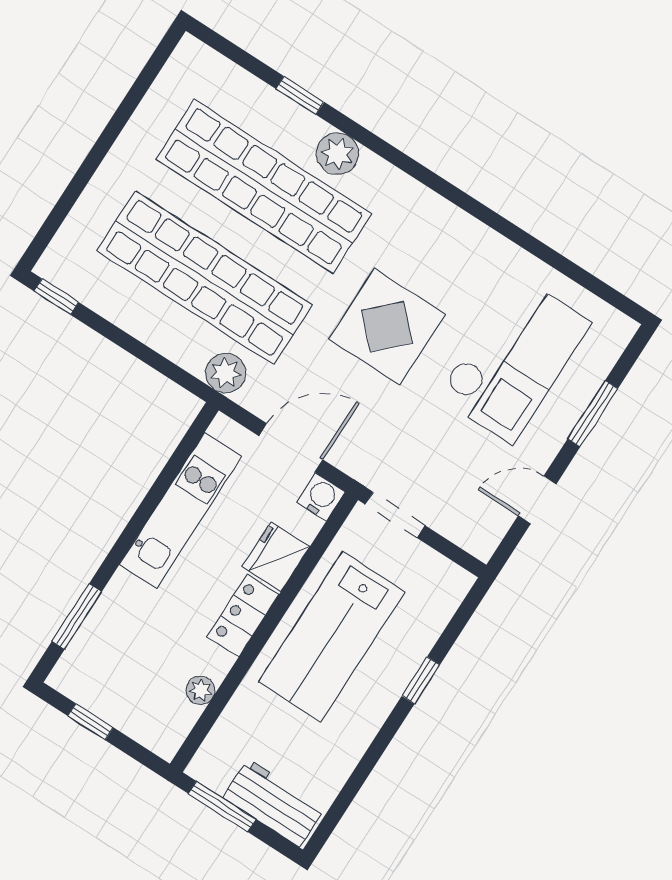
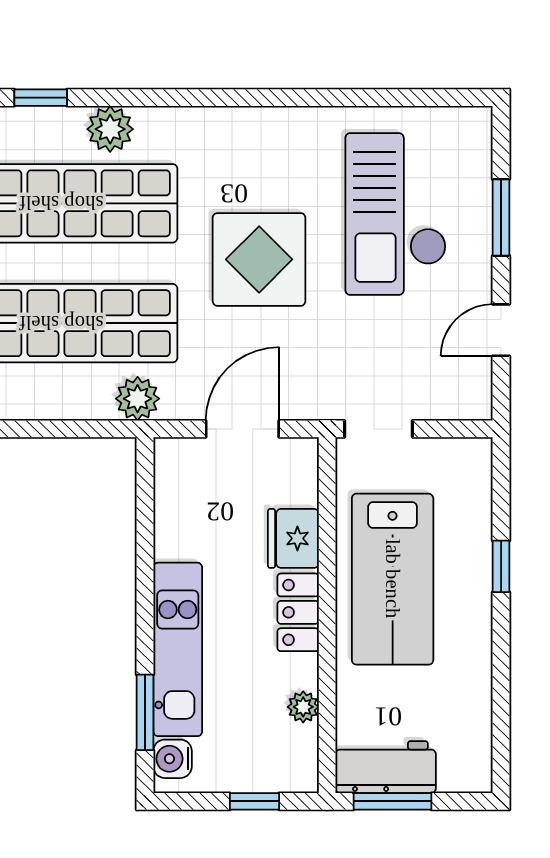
checkout: (514, 359) -> (396, 214), turned 180
water cooler: (321, 497) -> (173, 759), moved, turned -90
kitchen unit: (181, 510) -> (178, 649), moved
window: (90, 722) -> (254, 801), moved
workbench: (274, 803) -> (386, 767), moved

